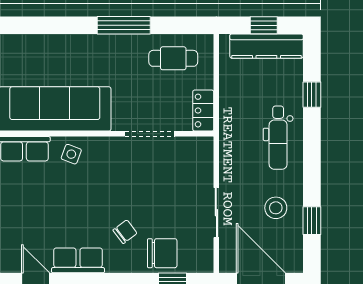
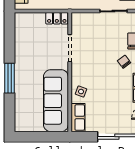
window: (124, 25) -> (9, 78), moved
cafe table: (173, 58) -> (28, 35), removed

